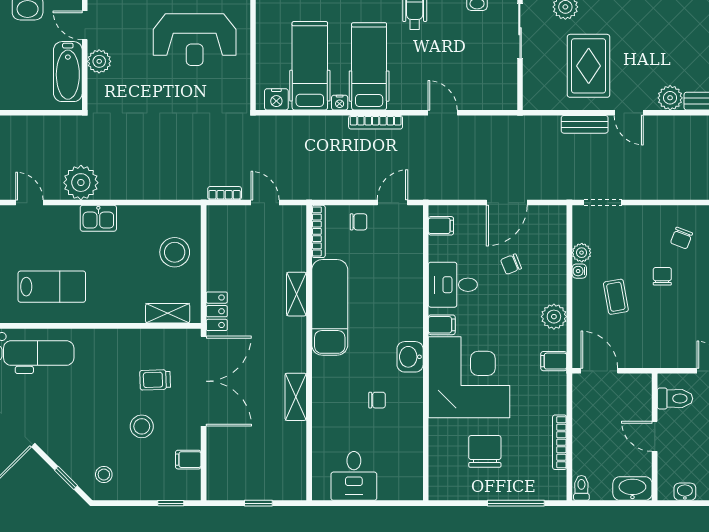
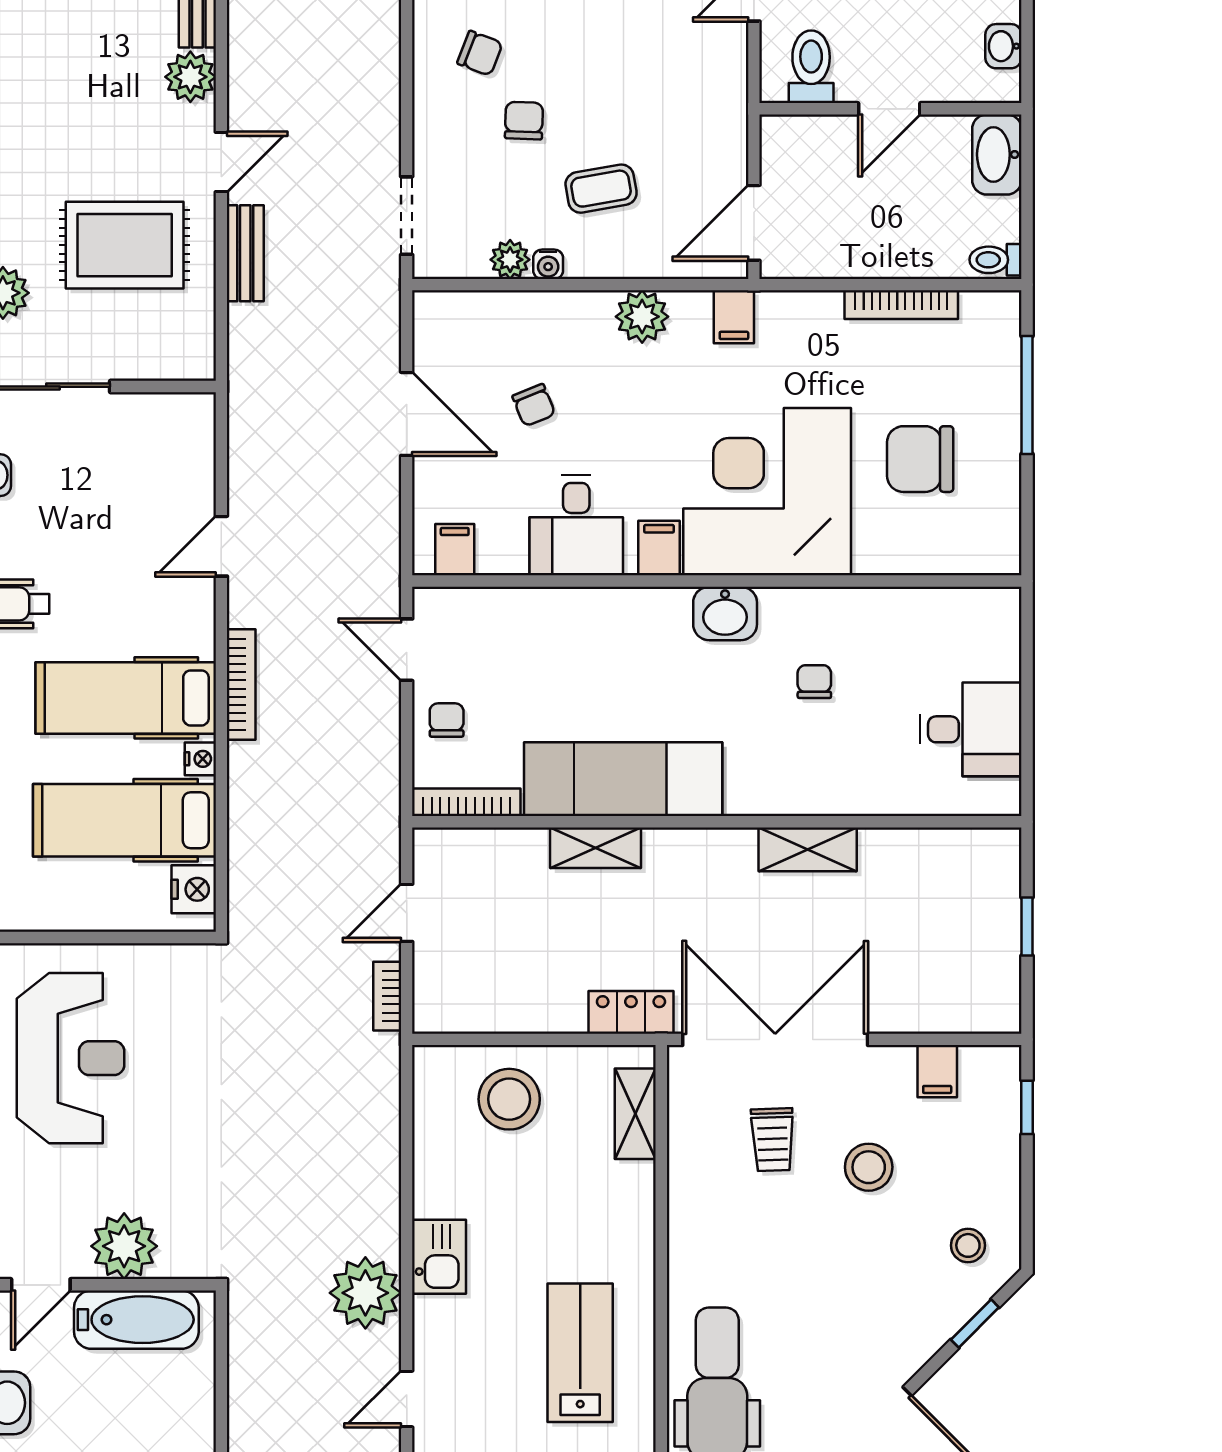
plant: (99, 61) -> (124, 1246), width x1.36, depth x1.36
chair: (662, 276) -> (524, 121), moved, turned 92

